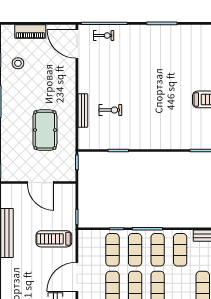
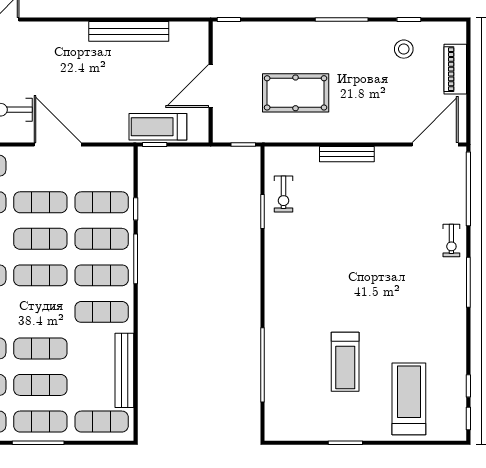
exercise bike: (104, 36) -> (451, 240), moved
exercise bike: (110, 110) -> (284, 194), moved
bench: (83, 111) -> (347, 154), moved
treadmill: (54, 239) -> (158, 127), moved, turned -90

